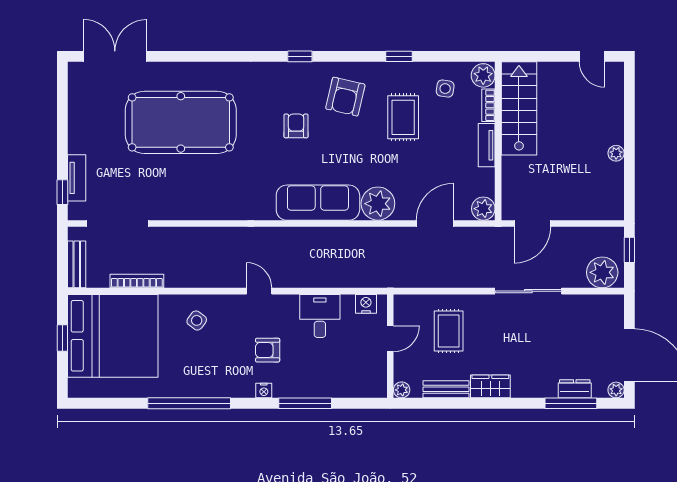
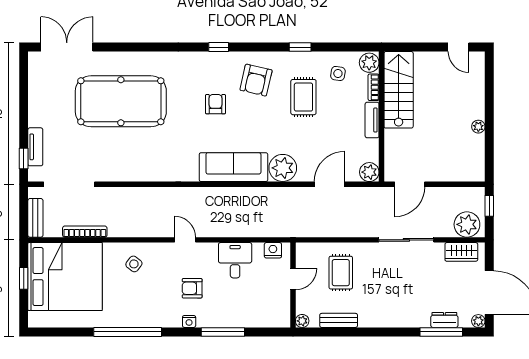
wardrobe: (490, 386) -> (461, 252), moved, turned 180

